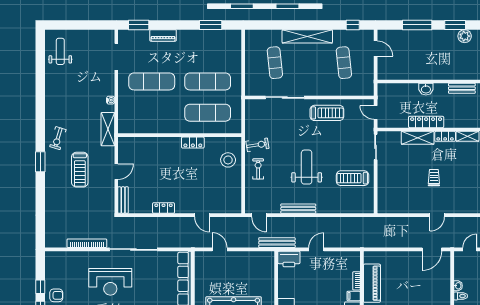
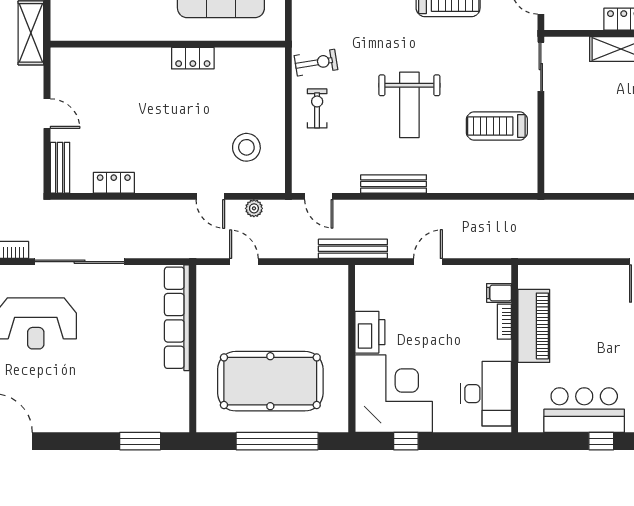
stool: (228, 160) -> (246, 147), moved
weight bench: (307, 167) -> (409, 105), turned 180
door: (116, 172) -> (47, 114), hinge flipped
locker: (164, 208) -> (114, 183), moved
plant: (225, 221) -> (254, 208), added
printer: (289, 259) -> (370, 332), moved, turned -90
filing cabinet: (354, 296) -> (499, 293), moved

